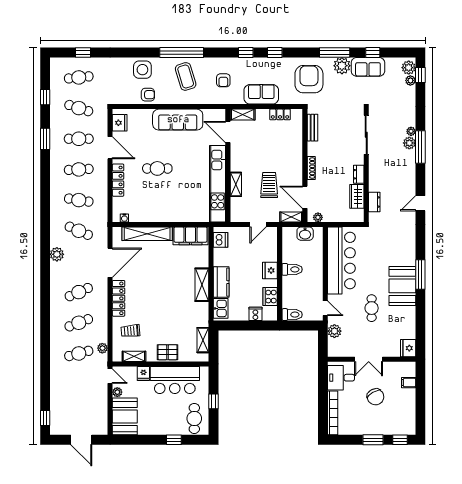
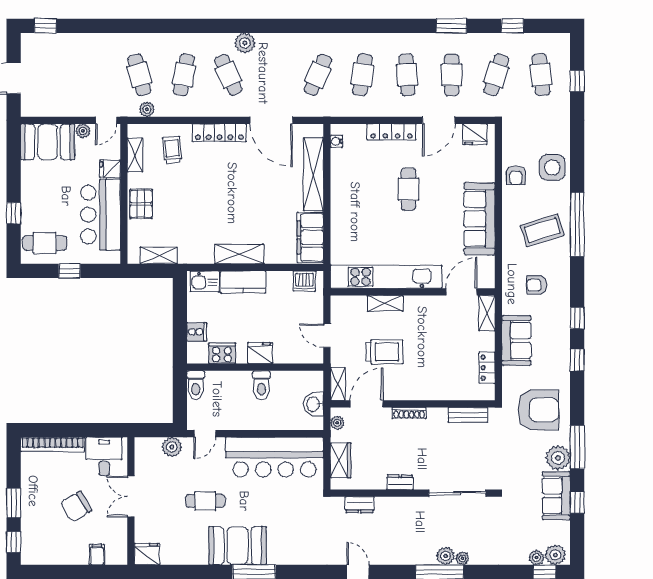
wardrobe: (357, 196) -> (341, 460), moved, turned 90
plant: (57, 254) -> (245, 43), moved
cafe table: (79, 323) -> (184, 75), turned 33

